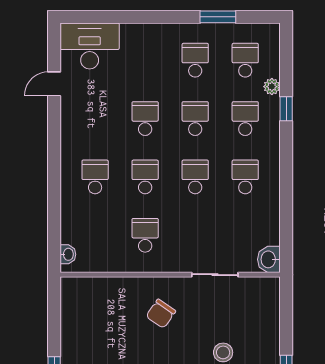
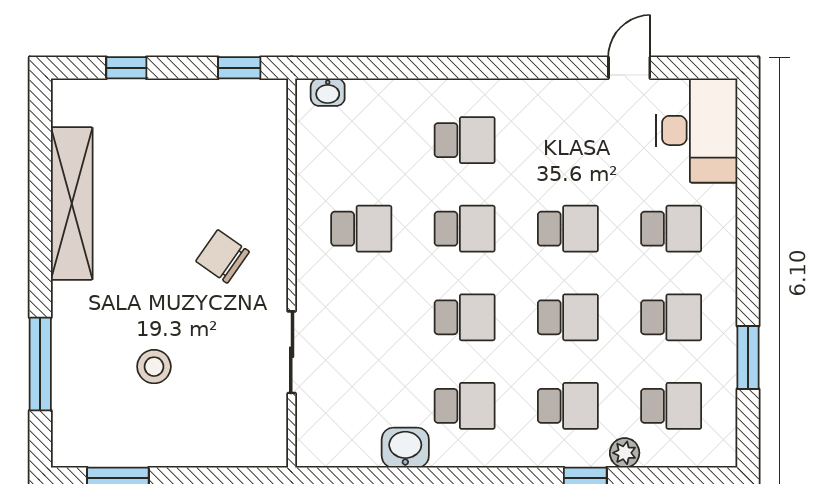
school desk: (145, 60) -> (671, 229), added
door: (54, 84) -> (629, 68), hinge flipped
washbasin: (269, 259) -> (405, 448), moved
window: (54, 304) -> (239, 68), added

